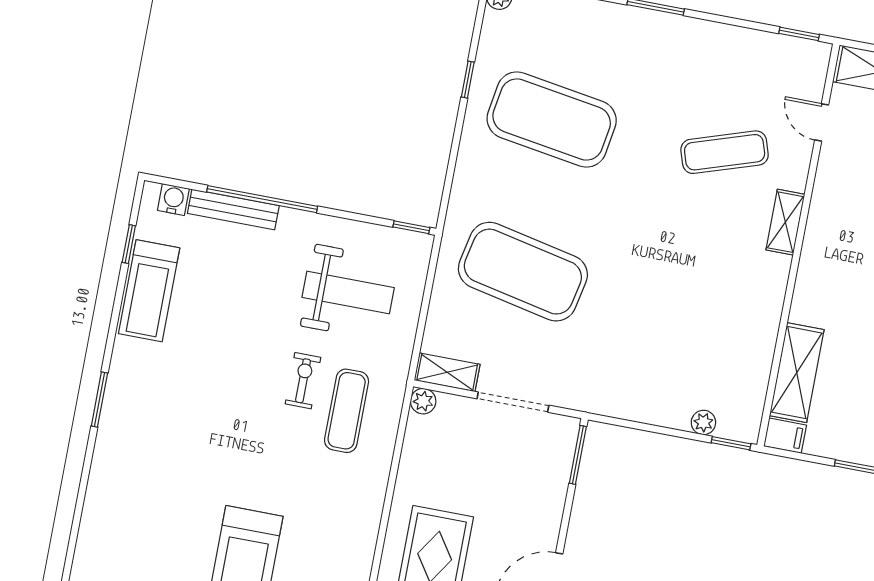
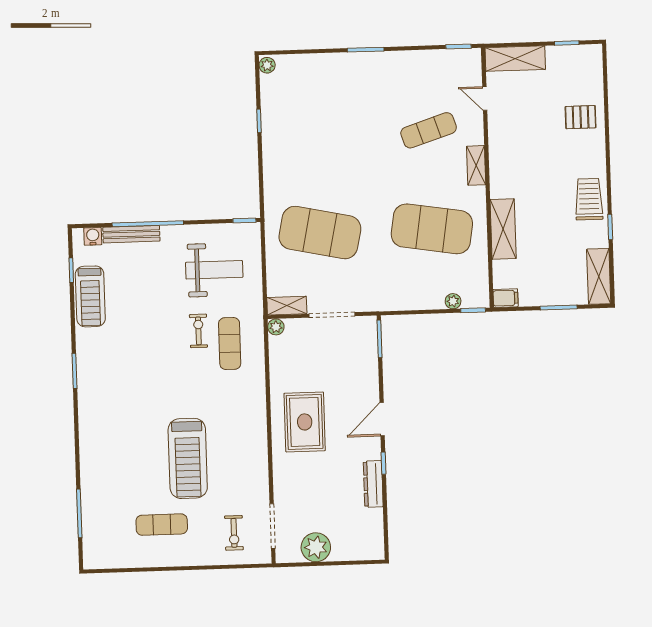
exercise mat: (552, 119) -> (432, 229), moved
shelving: (797, 373) -> (503, 229), moved

